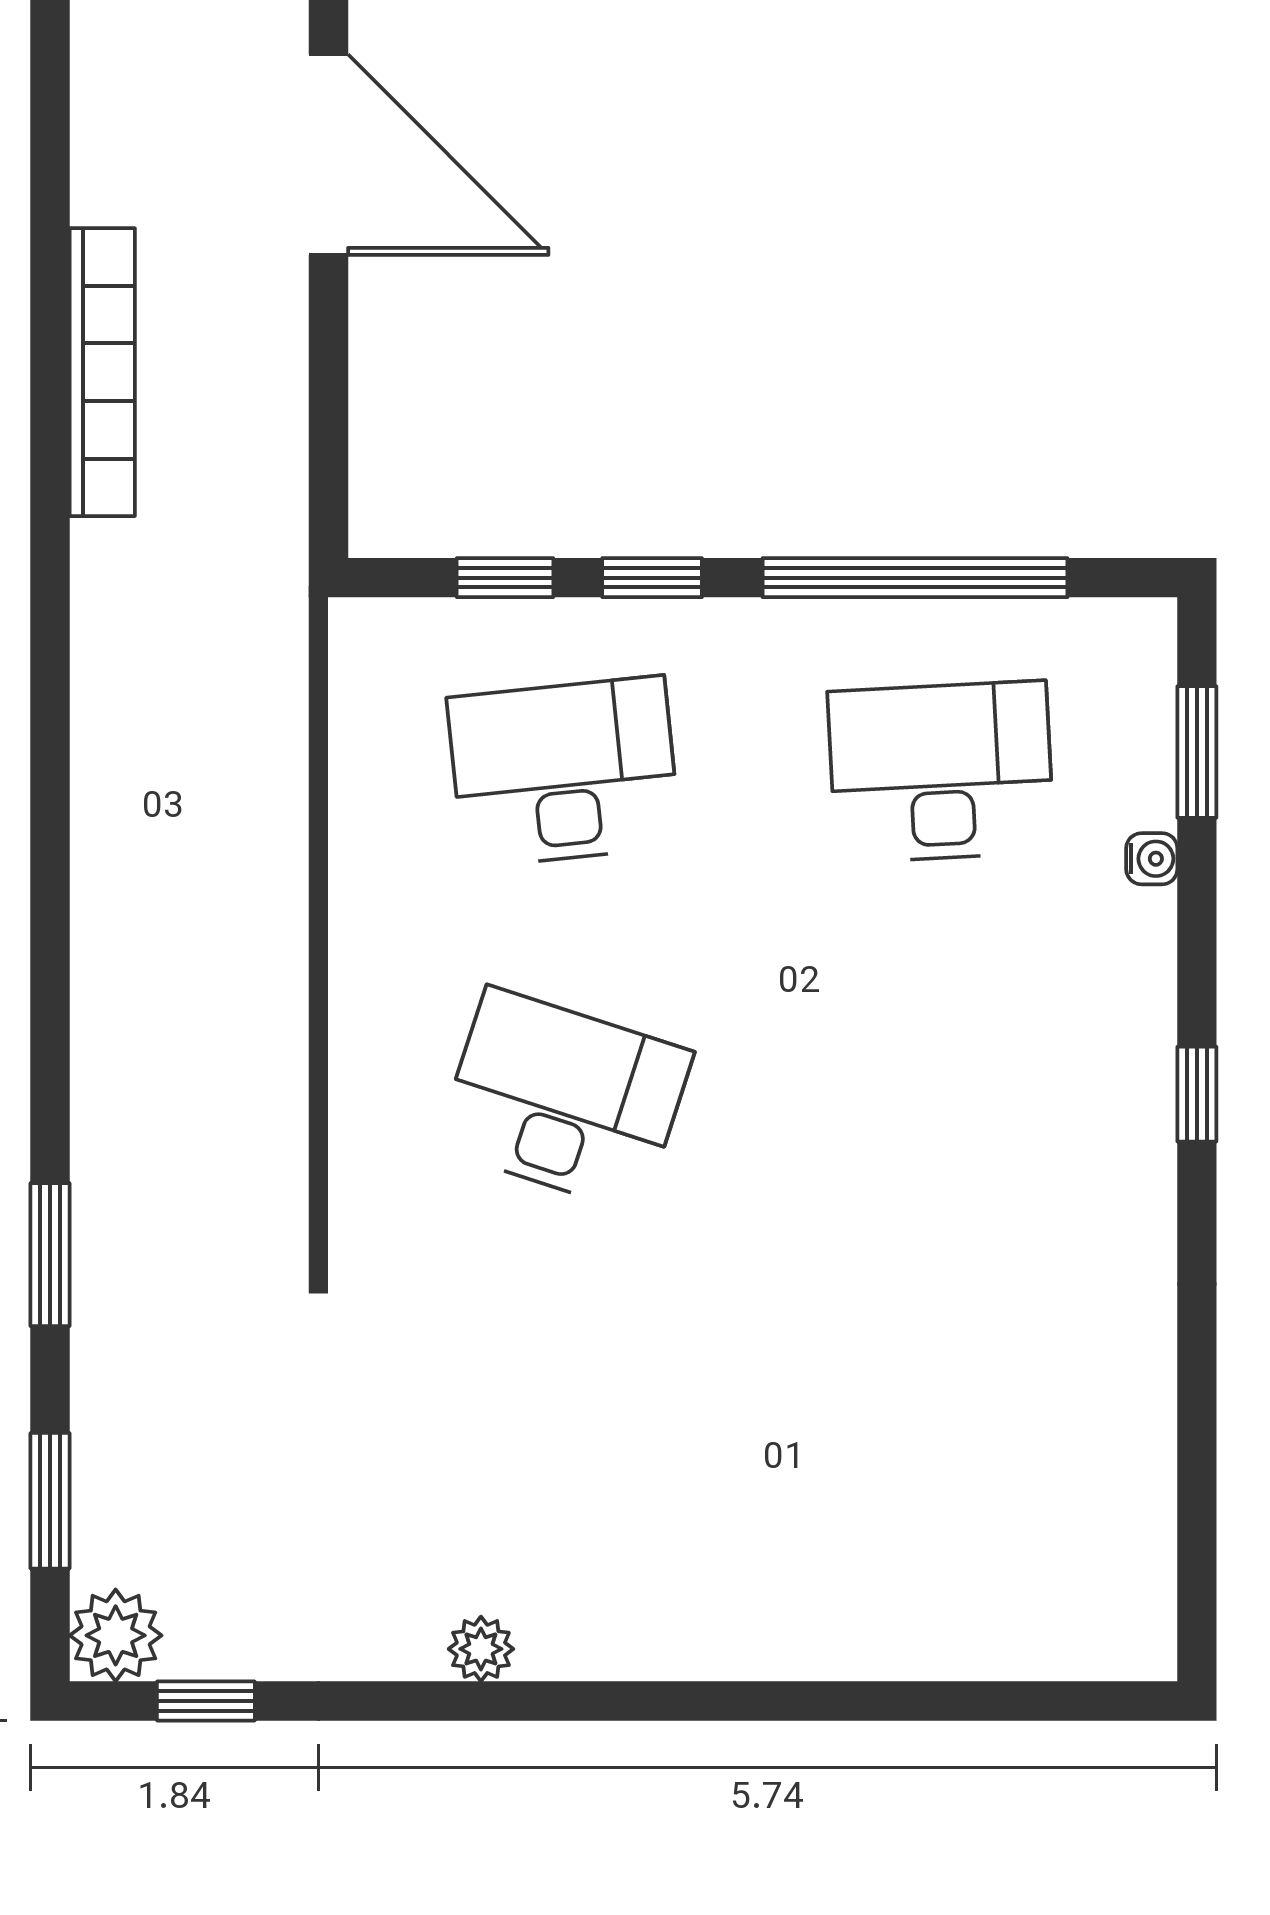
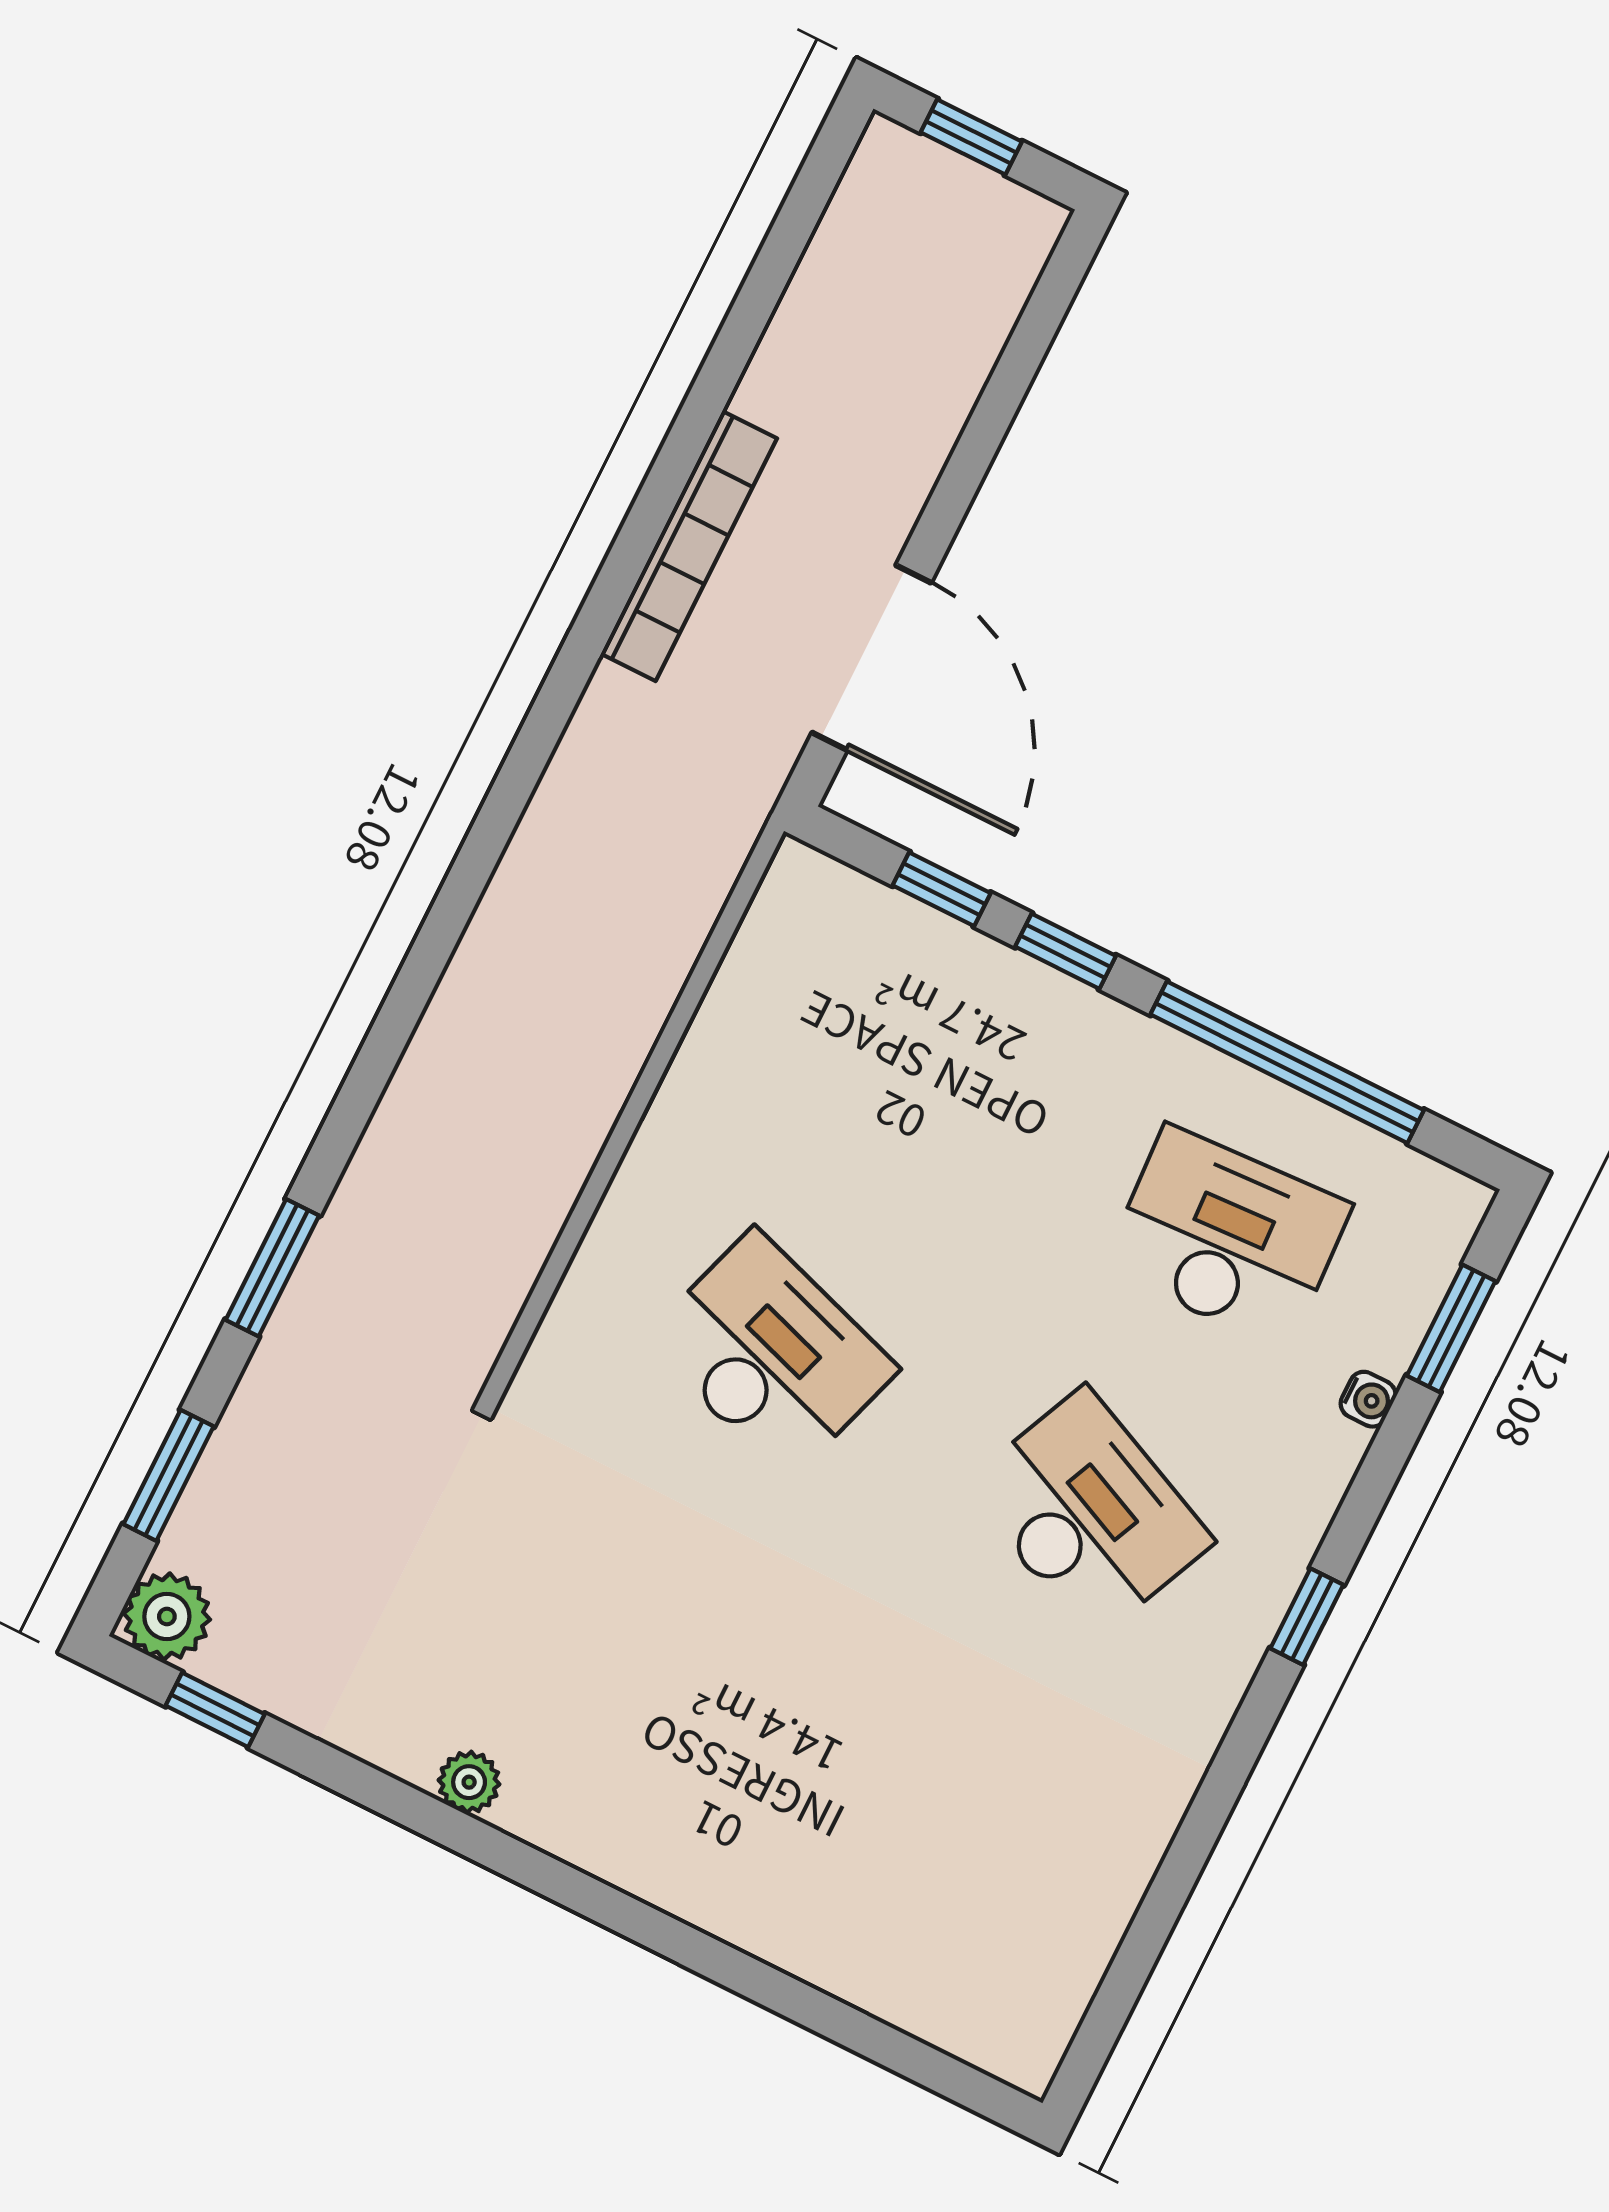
door: (329, 155) -> (872, 658), moved
desk: (564, 772) -> (1089, 1514), moved, turned 30

